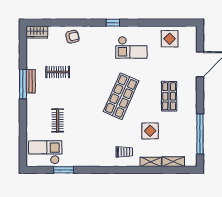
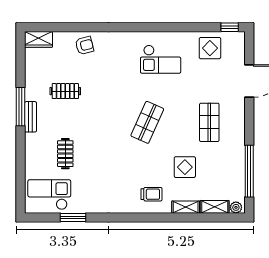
window: (113, 23) -> (230, 27), moved
bench: (31, 81) -> (31, 117), moved
shop shelf: (121, 96) -> (147, 122), width x0.70, depth x0.74
plant: (190, 162) -> (236, 207), added

